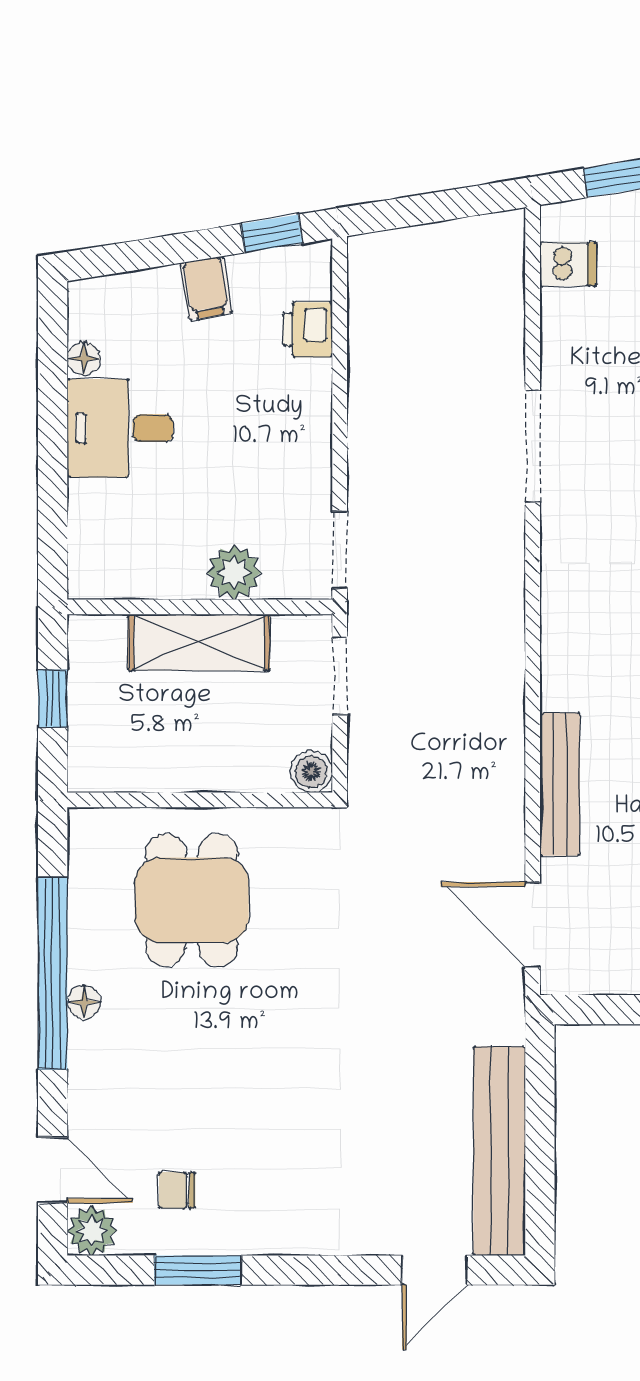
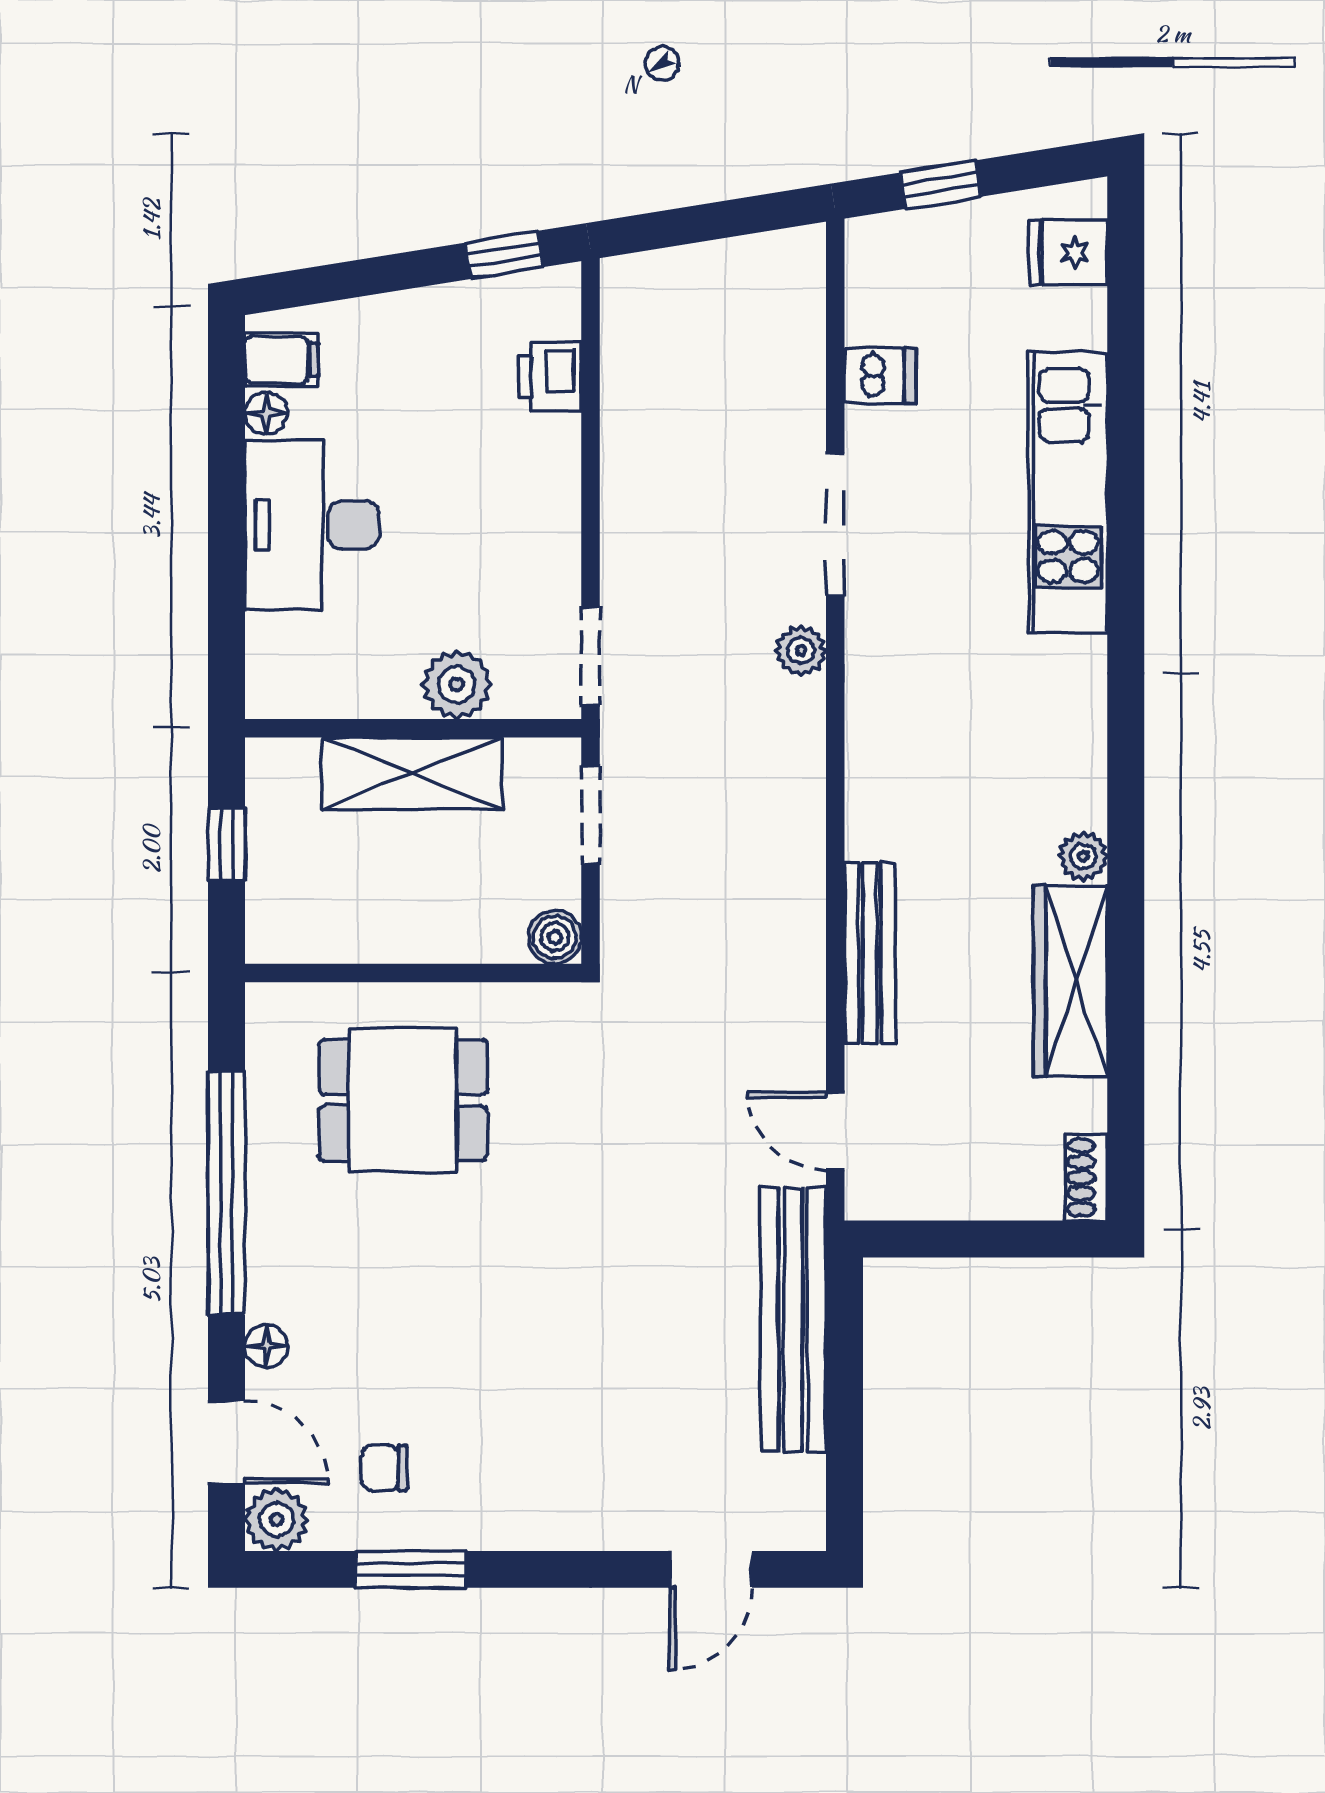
dishwasher: (568, 264) -> (880, 376), moved
filing cabinet: (206, 288) -> (282, 360), moved, turned -81
desk: (120, 428) -> (312, 525), width x1.37
plant: (506, 545) -> (801, 650), added
dining table: (192, 900) -> (403, 1100), turned 90
door: (533, 925) -> (835, 1131), width x0.73
floor lamp: (84, 1002) -> (266, 1346), moved
bench: (499, 1151) -> (793, 1319), moved

